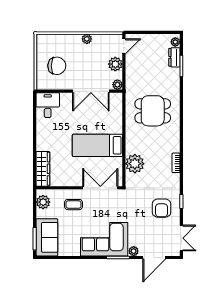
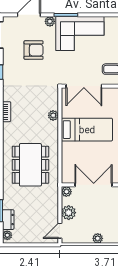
dining table: (153, 111) -> (30, 165), width x1.37
plant: (135, 164) -> (53, 115), width x0.53, depth x0.53
armchair: (162, 208) -> (34, 50), moved, turned 90

